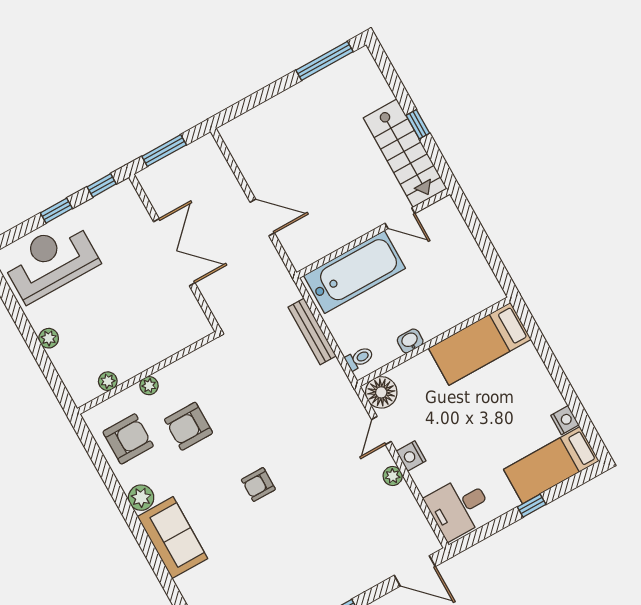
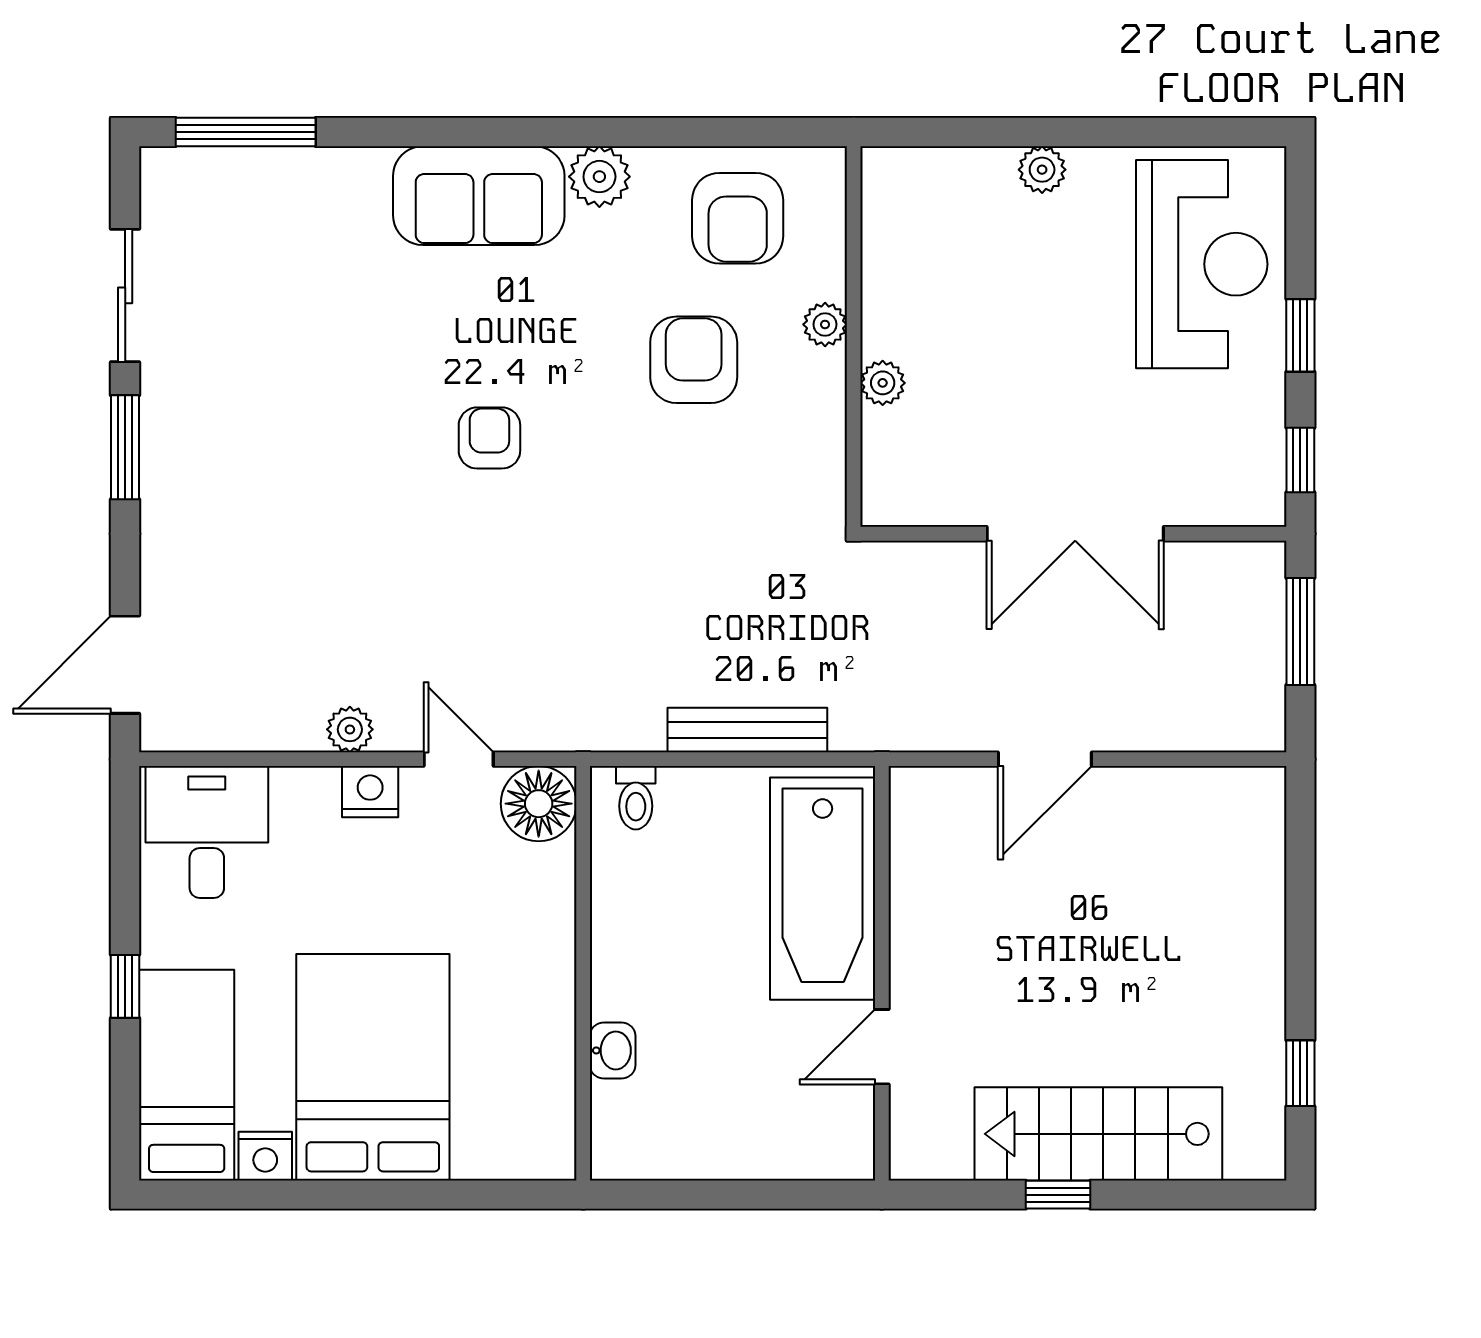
window: (325, 61) -> (1300, 1073), width x0.46
stairs: (405, 153) -> (1098, 1134), moved
washbasin: (410, 341) -> (613, 1050), moved
bed: (480, 344) -> (373, 1067), moved, width x1.50
plant: (108, 381) -> (883, 383), moved

